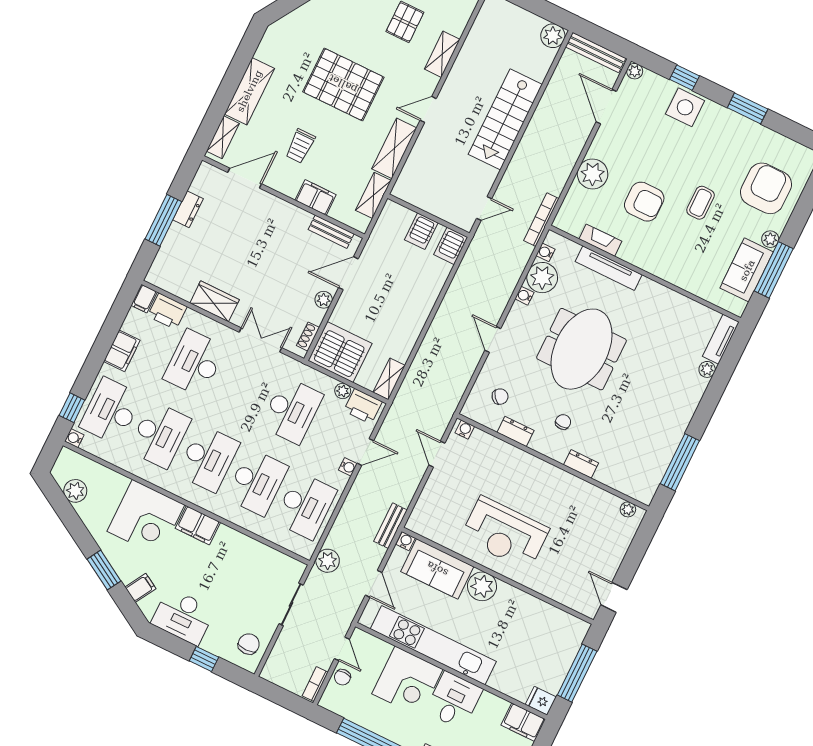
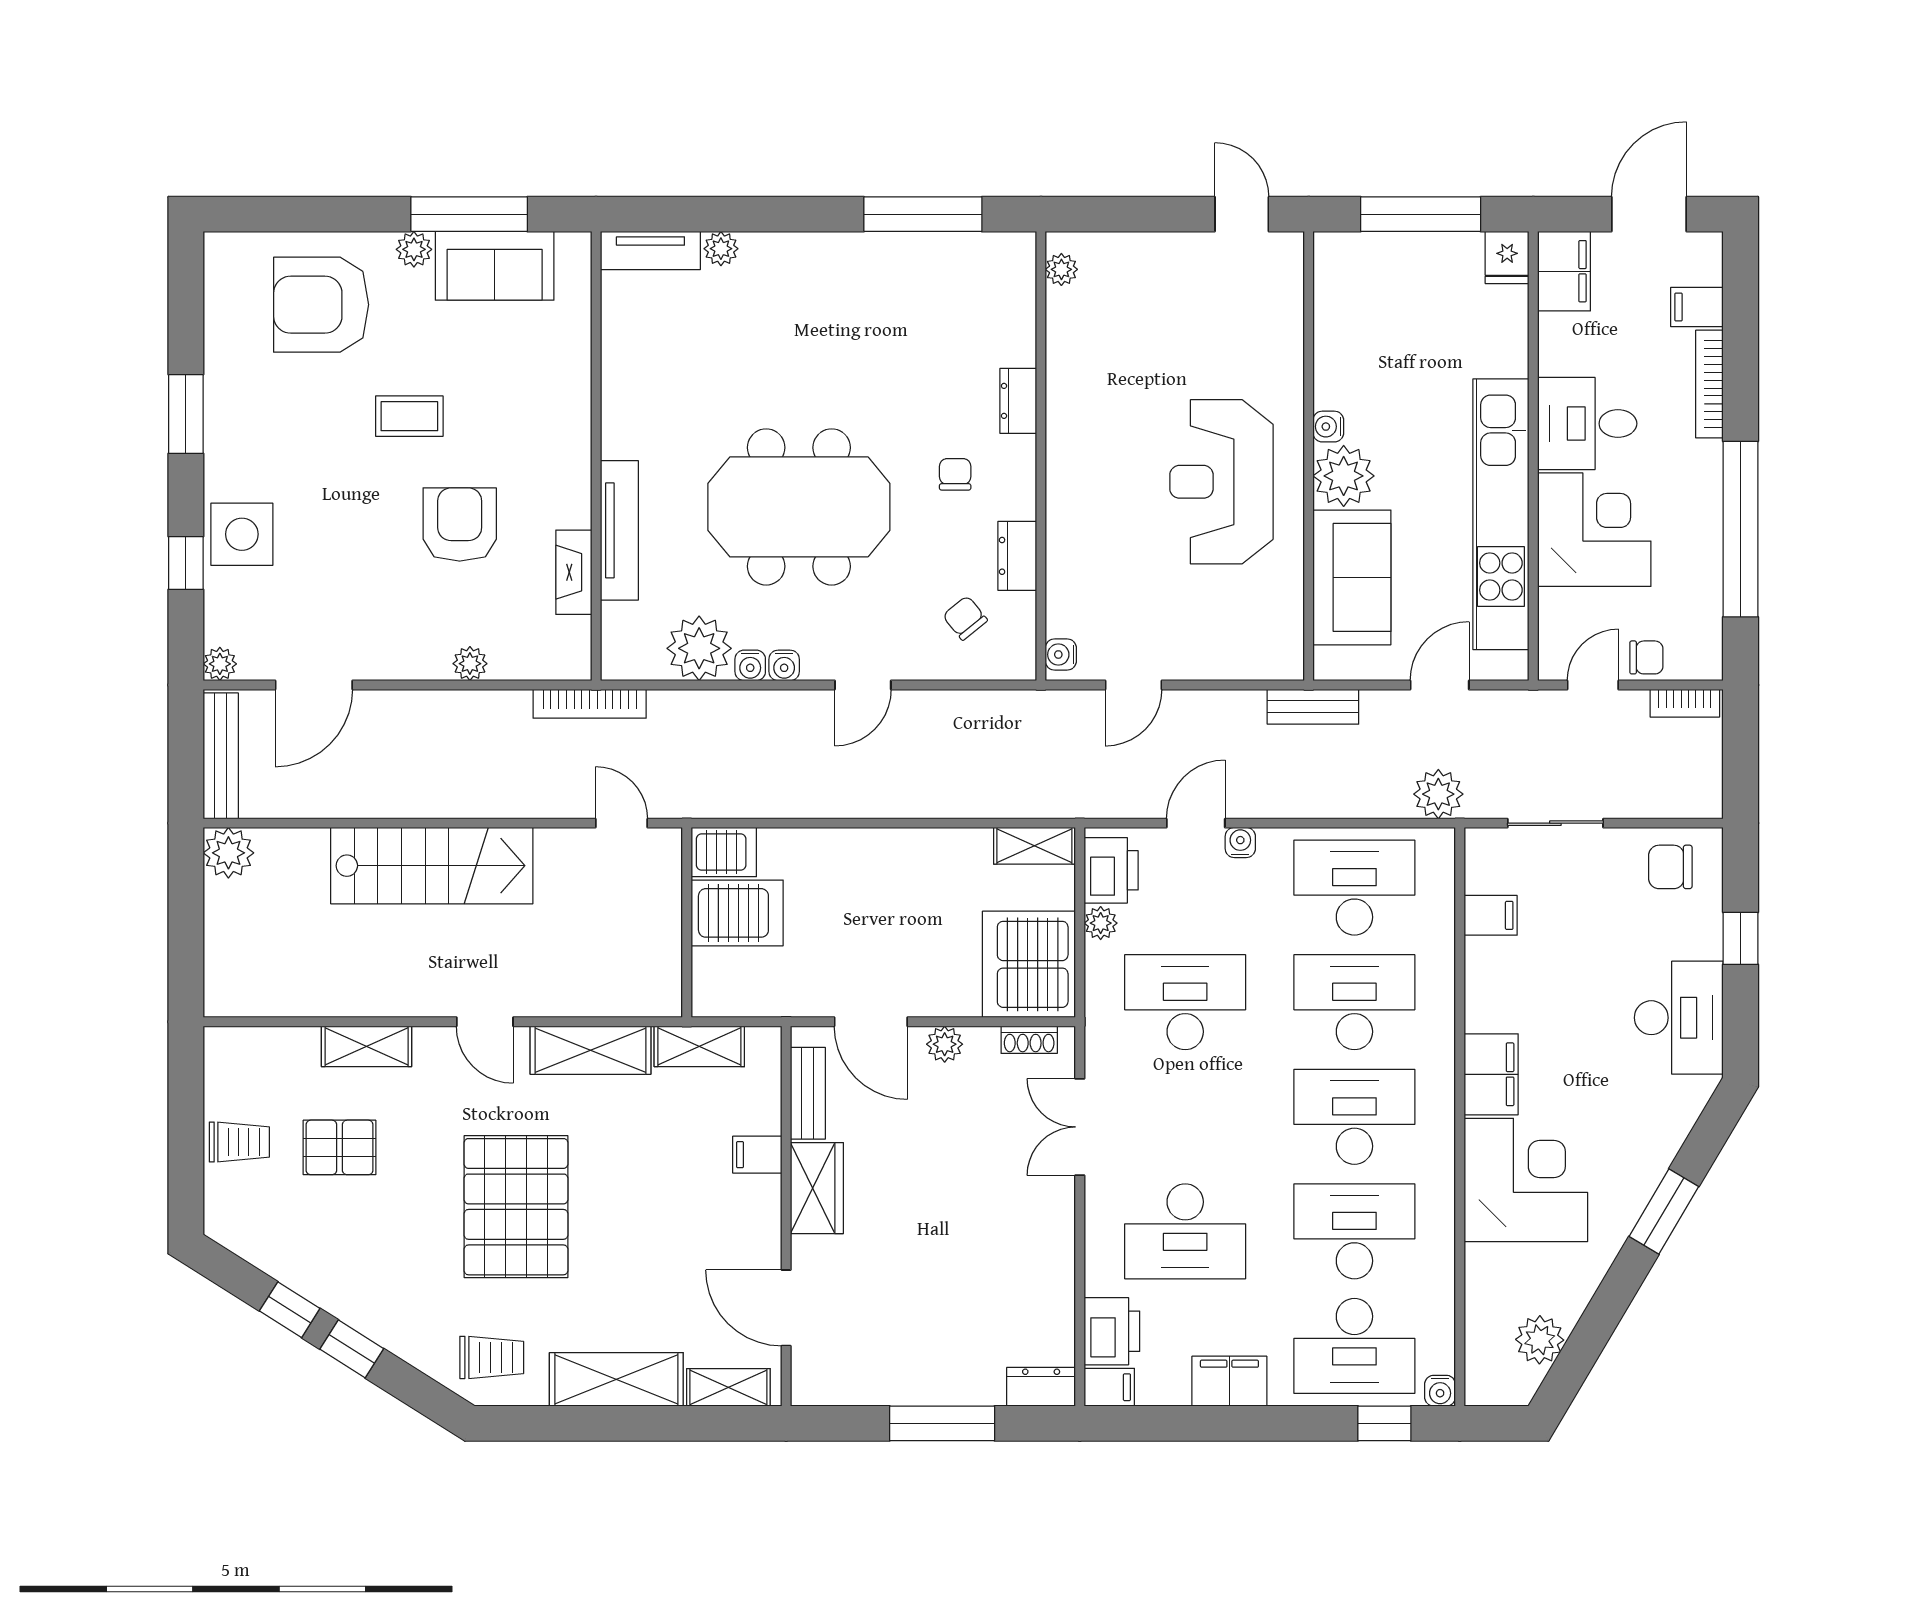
trolley: (300, 146) -> (492, 1357), moved
plant: (593, 174) -> (470, 664), width x0.53, depth x0.53
filing cabinet: (316, 197) -> (757, 1155), width x0.50
dresser: (188, 209) -> (1041, 1387), moved
server rack: (421, 231) -> (737, 913), width x1.36, depth x1.44
water cooler: (545, 252) -> (784, 665), moved
wardrobe: (215, 301) -> (817, 1188), moved, turned 180
chair: (563, 422) -> (955, 474), turned 90
door: (365, 452) -> (1196, 823), hinge flipped
reception desk: (505, 533) -> (1221, 482), turned 180
water cooler: (406, 541) -> (1328, 427), moved
filing cabinet: (140, 588) -> (1491, 915), moved, turned 149
door: (614, 597) -> (1242, 214), swing flipped

